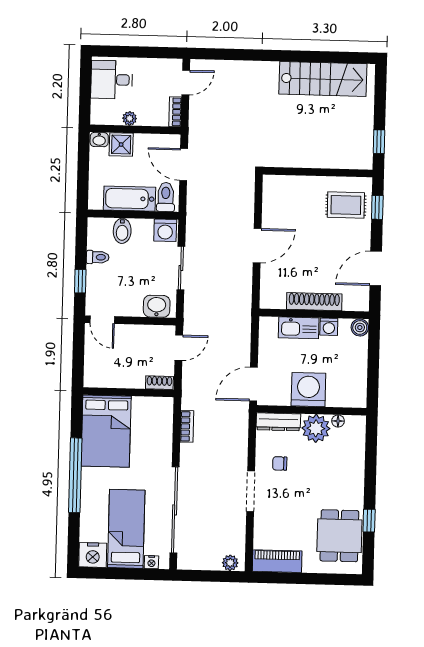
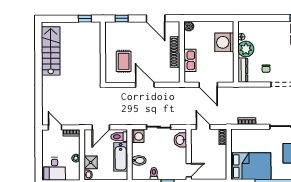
rug: (346, 205) -> (124, 61), moved
washing machine: (329, 327) -> (189, 43), removed
door: (253, 384) -> (208, 85), moved
washing machine: (308, 390) -> (224, 42), moved

